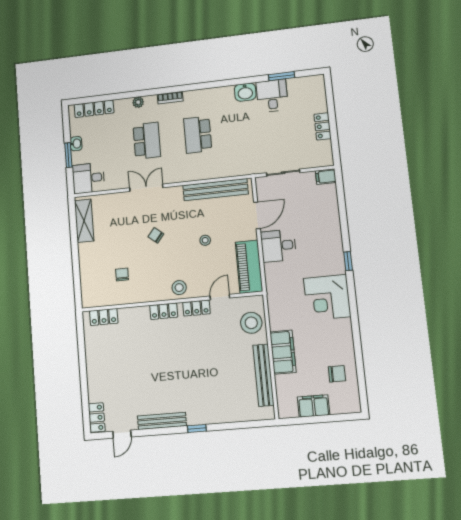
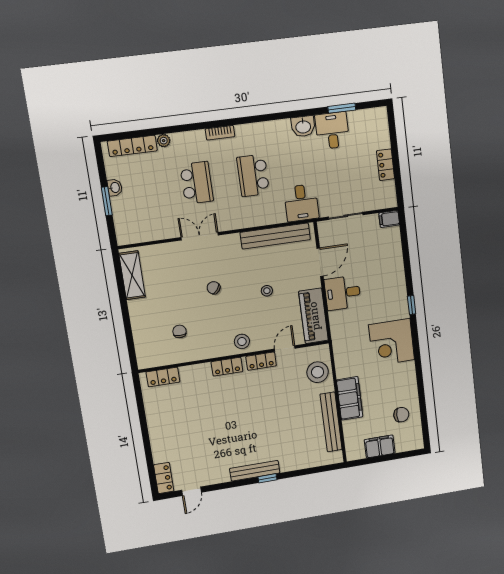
plant: (138, 102) -> (164, 141), moved
desk: (88, 178) -> (301, 203), moved, turned -90
bench: (162, 421) -> (255, 471), moved

